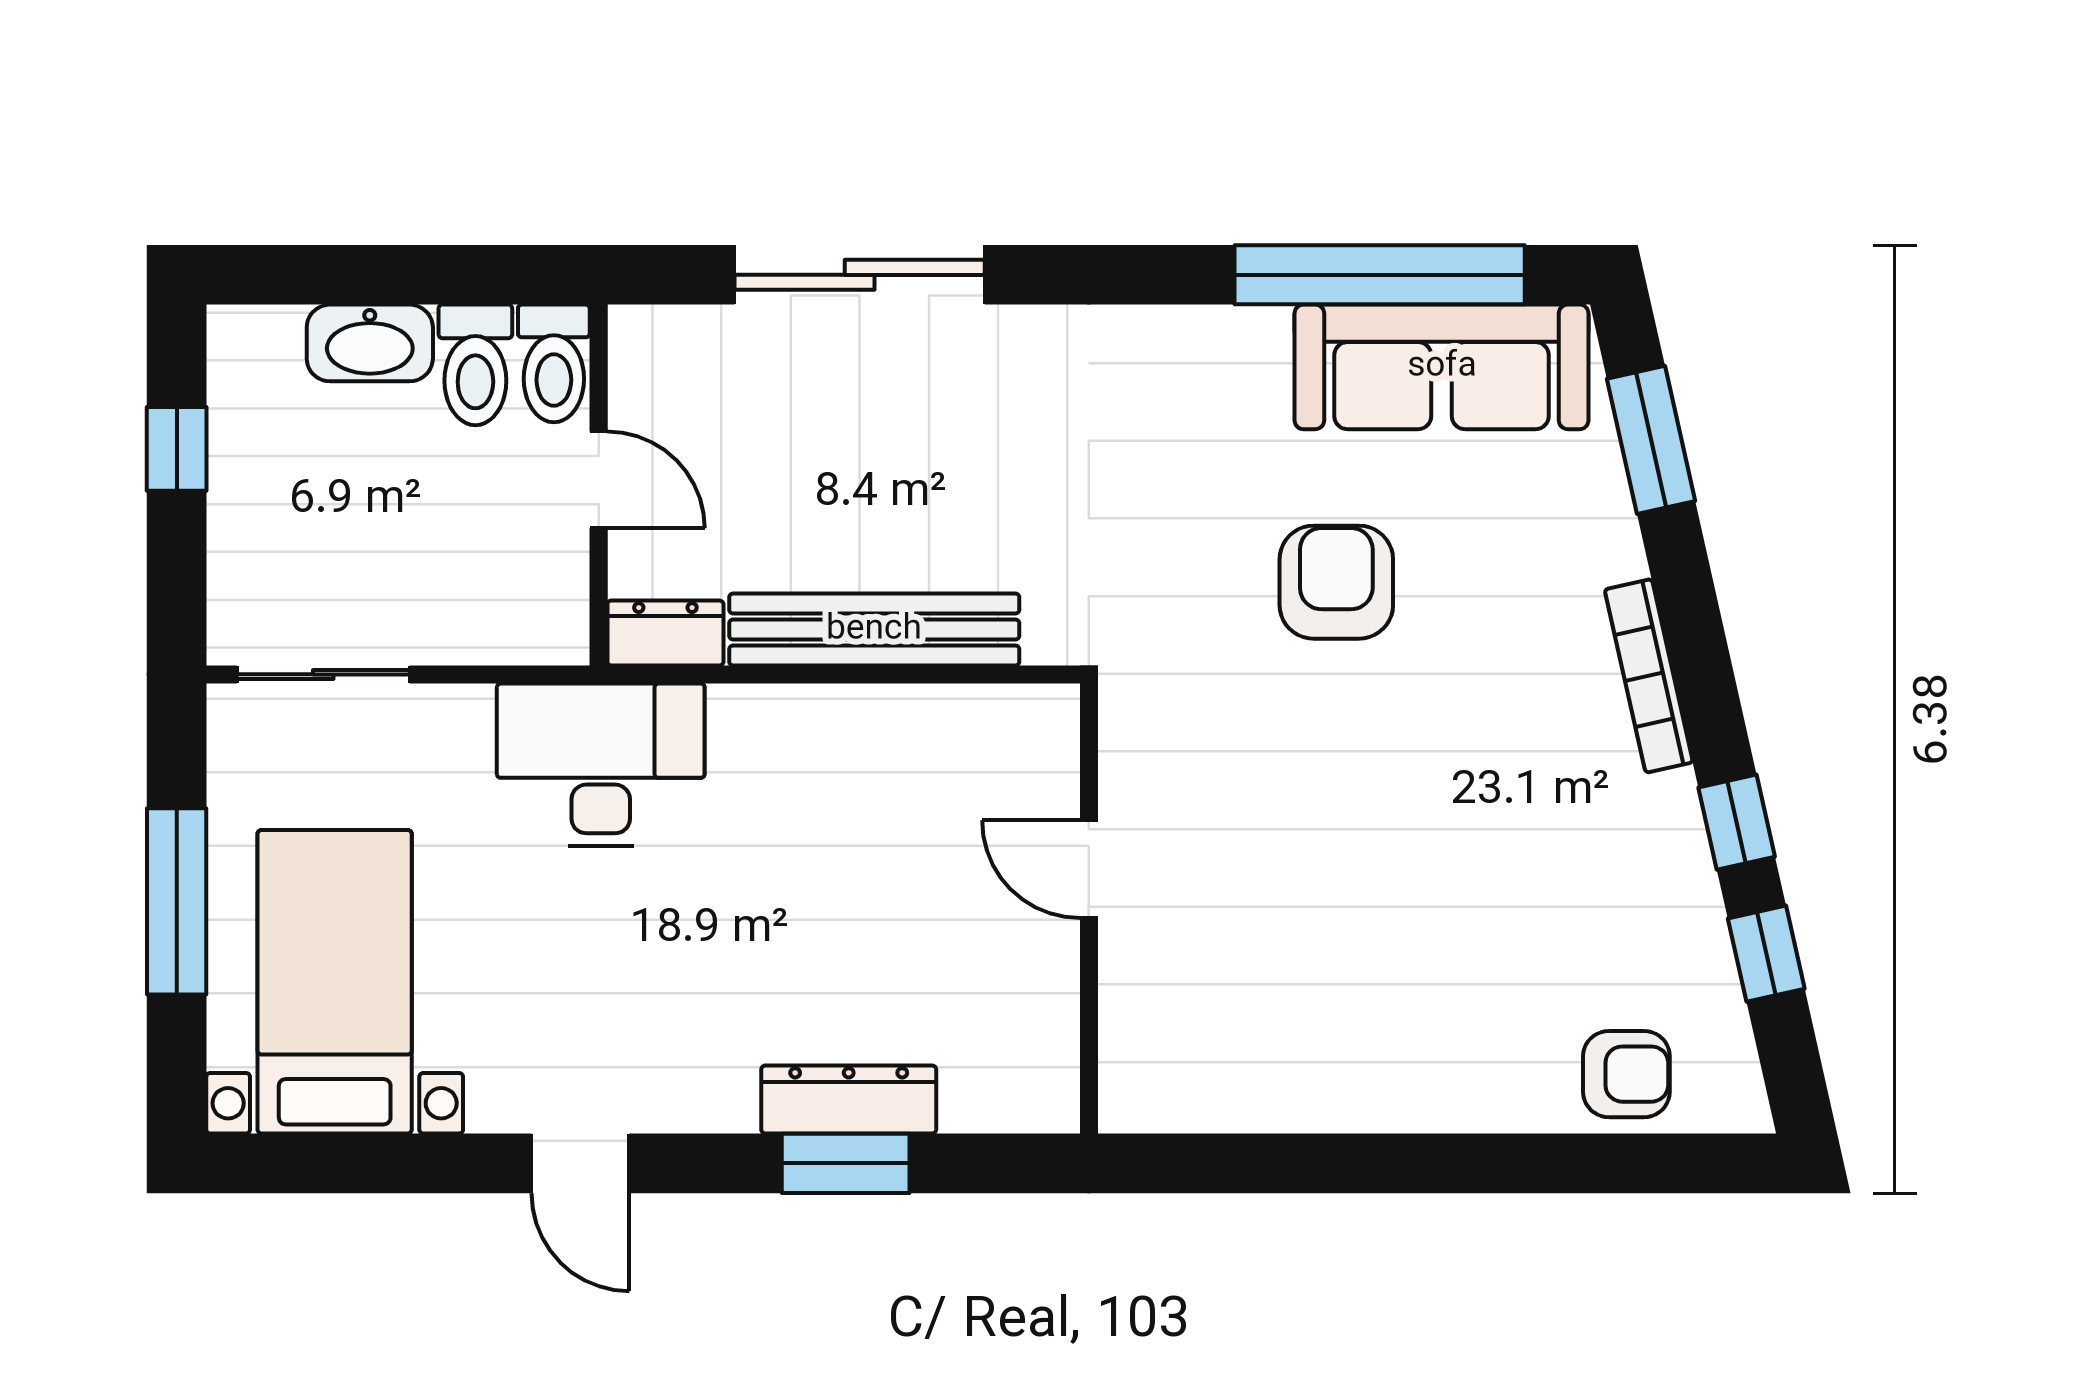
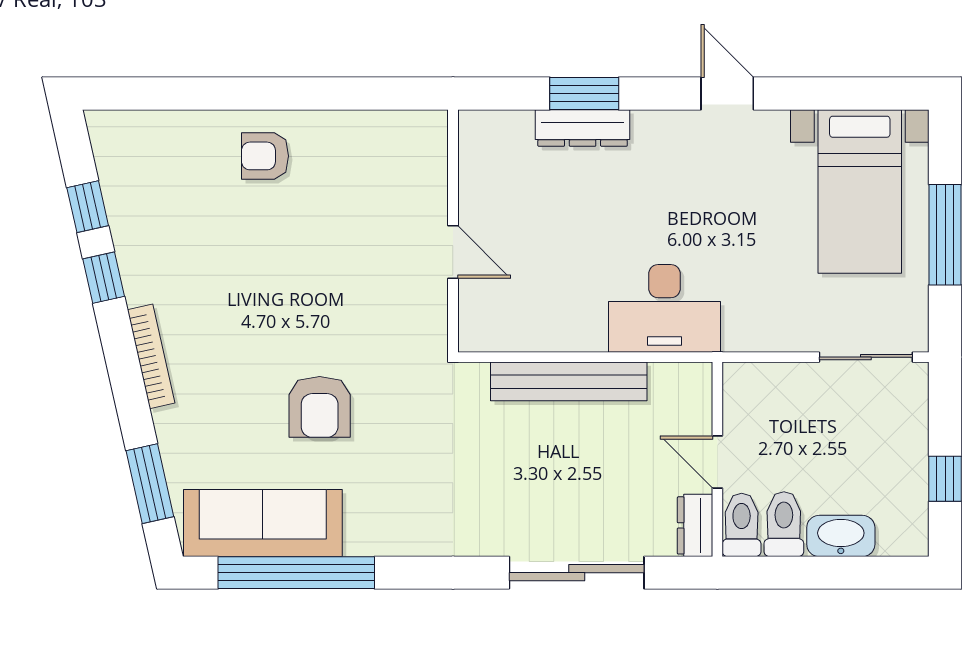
dresser: (665, 633) -> (695, 525), moved, turned 90
desk: (601, 765) -> (664, 308), moved
armchair: (1626, 1074) -> (265, 156), moved

